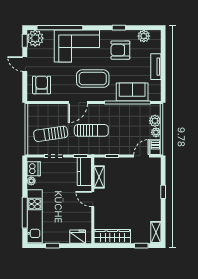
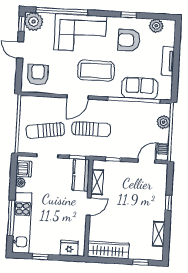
plant: (156, 132) -> (164, 135), removed
door: (93, 199) -> (89, 207), swing flipped
shelving: (156, 232) -> (159, 234), moved

